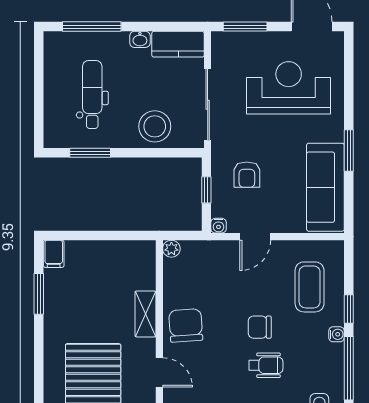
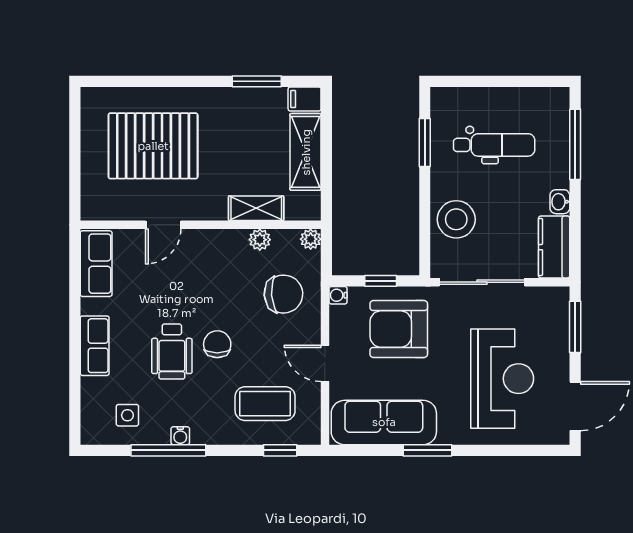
armchair: (247, 175) -> (399, 329), width x1.88, depth x1.88
door: (255, 237) -> (325, 363), moved
shelving: (98, 253) -> (306, 152), added
plant: (172, 291) -> (260, 240), added
window: (349, 309) -> (280, 450), moved
shelving: (145, 314) -> (256, 208), moved
chair: (186, 325) -> (283, 294), moved
water cooler: (336, 334) -> (180, 436), moved
wheelchair: (266, 365) -> (172, 352), width x1.36, depth x1.37

